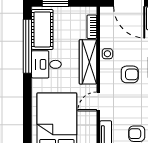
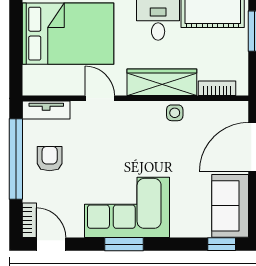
armchair: (130, 74) -> (142, 148), removed

